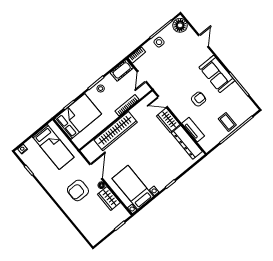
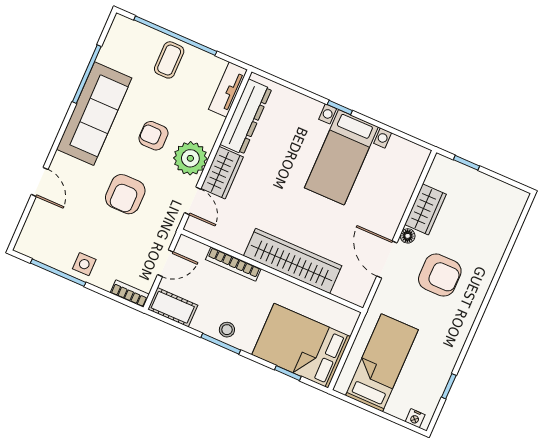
floor lamp: (180, 25) -> (33, 241), removed
door: (203, 41) -> (40, 182), swing flipped
sofa: (217, 74) -> (94, 114), width x1.36
armchair: (180, 75) -> (125, 194), added
plant: (181, 110) -> (190, 158), added
tv unit: (193, 130) -> (228, 90), moved
door: (96, 171) -> (387, 260), hinge flipped
bed with nightstands: (133, 187) -> (341, 157), moved

